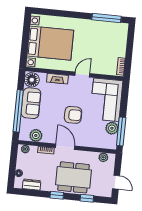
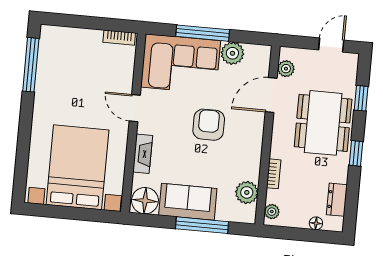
window: (18, 111) -> (202, 225), width x0.68
window: (121, 131) -> (203, 33), moved
door: (65, 147) -> (271, 95), moved

